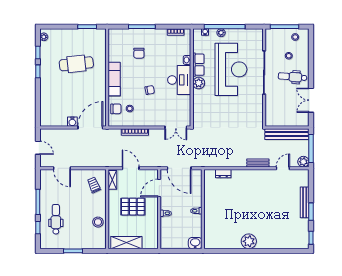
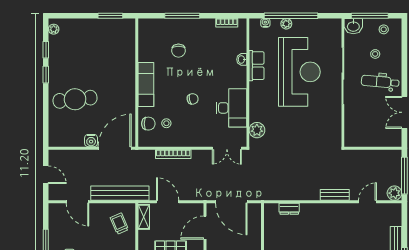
washbasin: (272, 35) -> (353, 26), added
cafe table: (76, 64) -> (75, 99), moved
desk: (179, 80) -> (231, 108), moved
plant: (199, 83) -> (257, 130), moved
bench: (287, 134) -> (120, 193), moved

